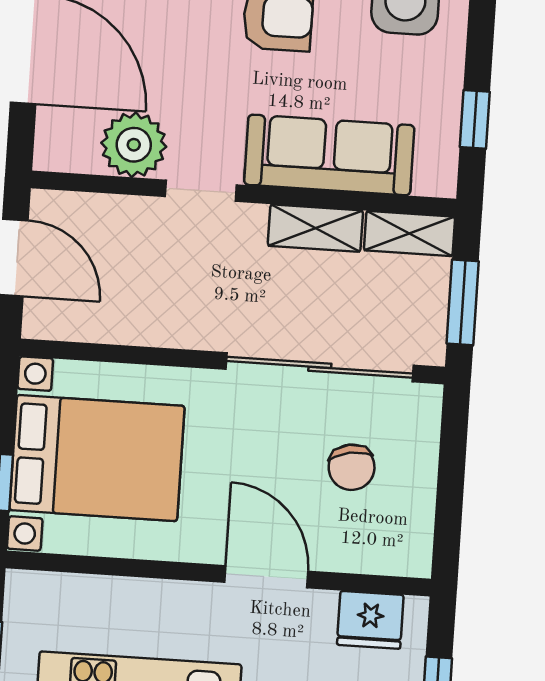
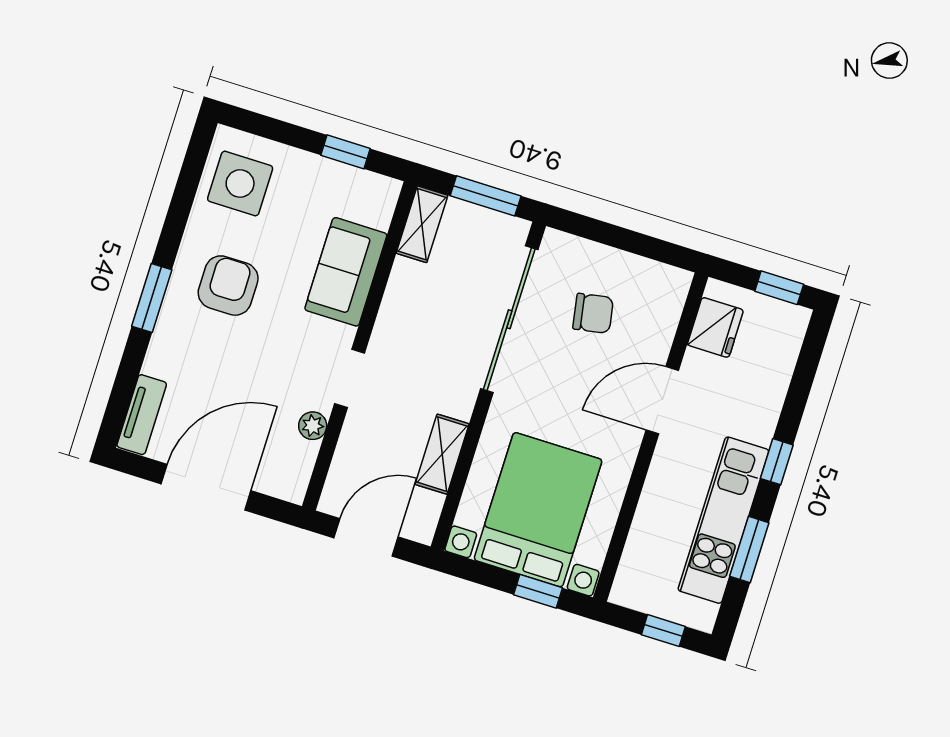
plant: (134, 145) -> (313, 426), width x0.53, depth x0.53
sofa: (329, 155) -> (346, 272), width x0.73
shelving: (315, 228) -> (442, 454), moved

